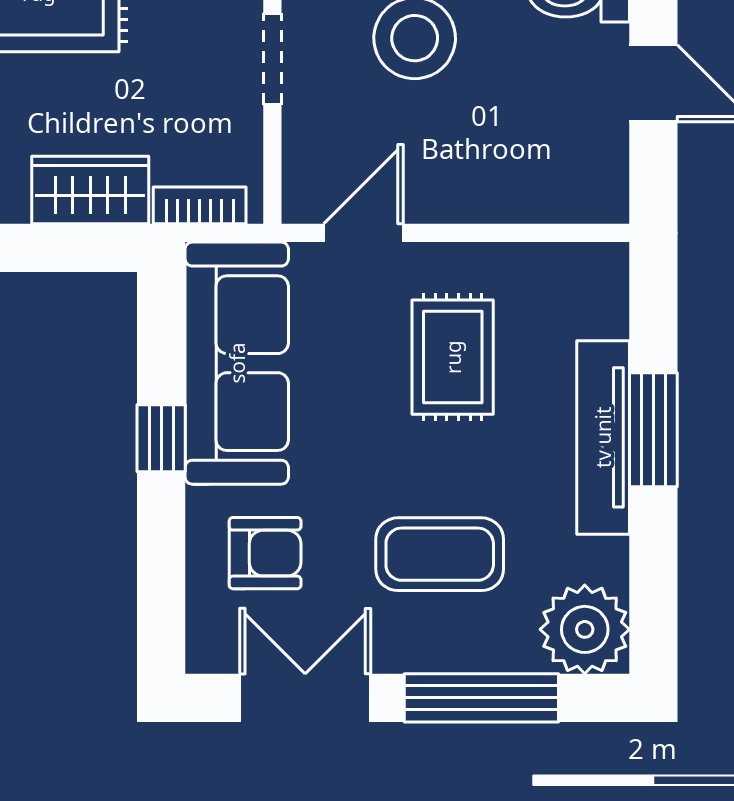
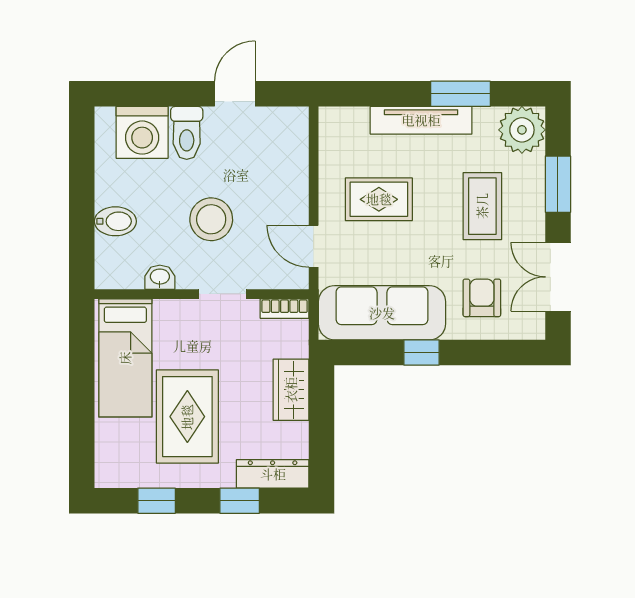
bookcase: (200, 205) -> (285, 309), moved, turned -90
window: (653, 430) -> (460, 94), moved
window: (481, 698) -> (558, 184), width x0.69

